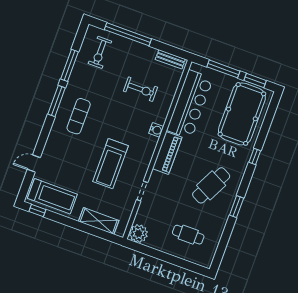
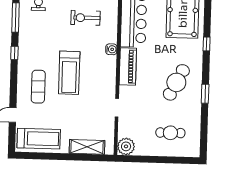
exercise bike: (141, 89) -> (85, 18), turned 180
window: (57, 101) -> (14, 53), width x0.46
exercise mat: (79, 116) -> (38, 87), moved
treadmill: (111, 164) -> (69, 73), moved
window: (37, 211) -> (30, 156), removed

